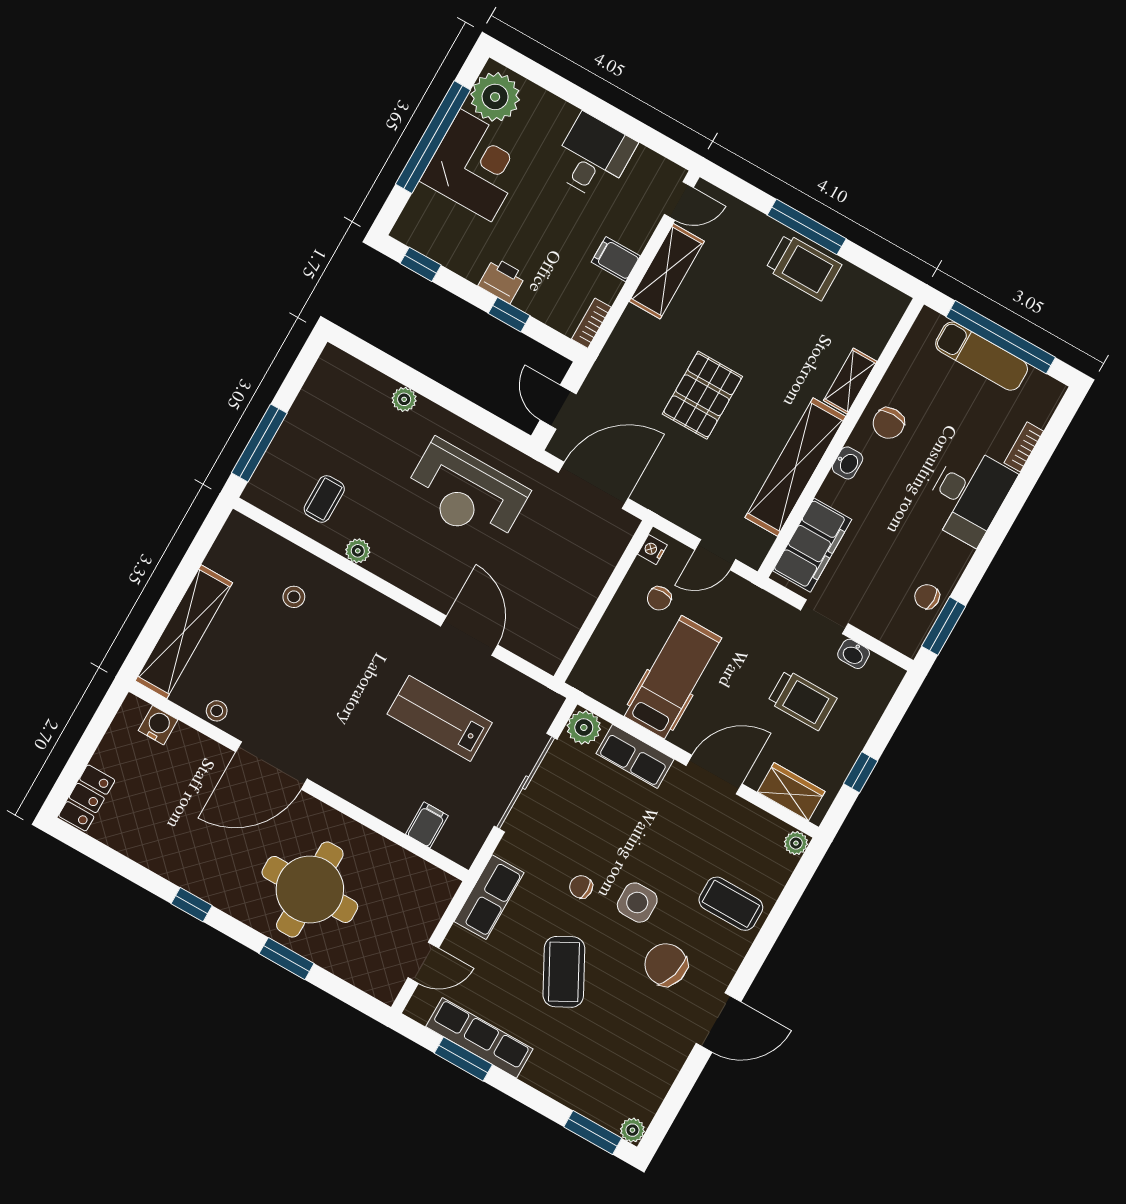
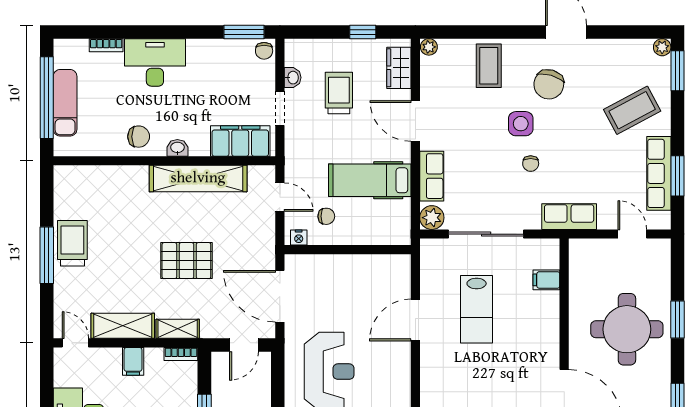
shelving: (850, 381) -> (178, 329), moved
chair: (927, 597) -> (264, 51), moved
coffee table: (564, 972) -> (632, 110), moved

